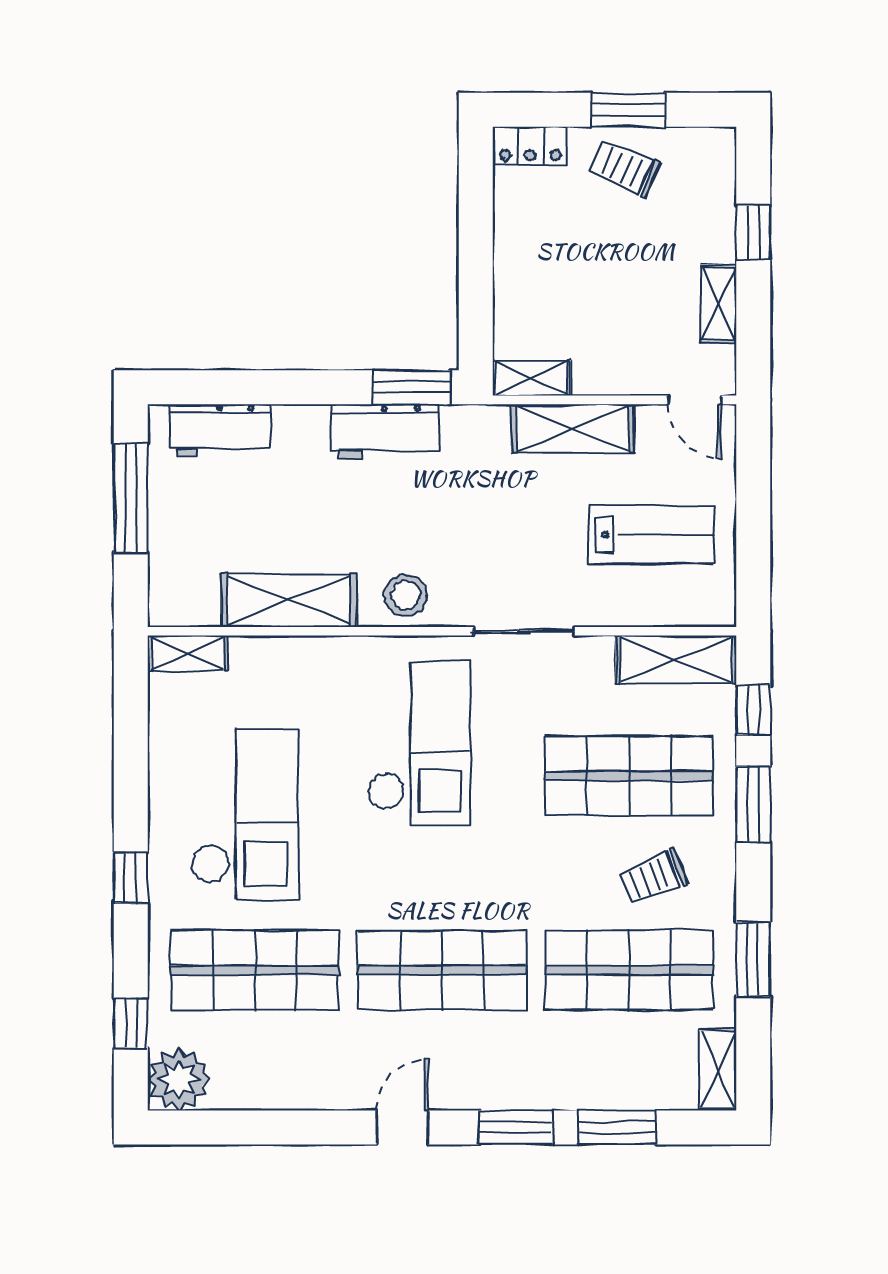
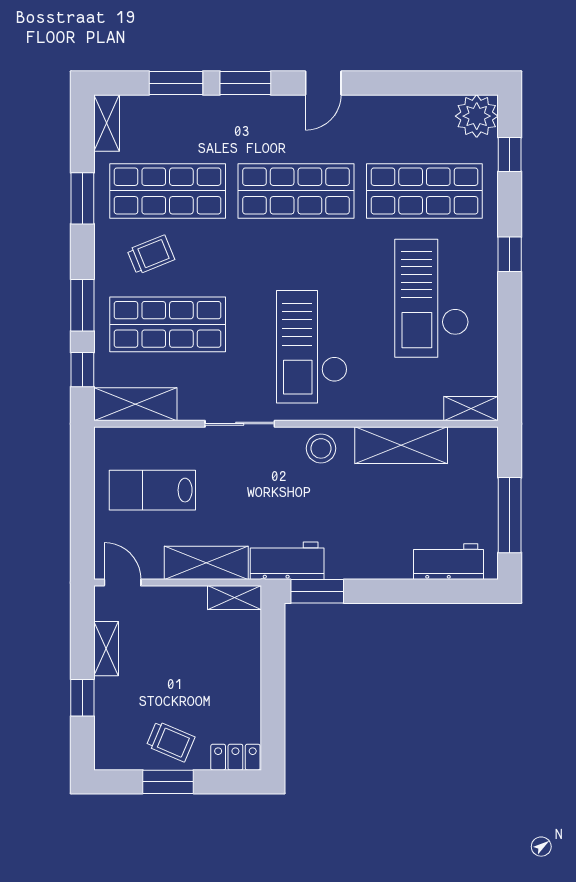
workbench: (385, 432) -> (287, 561), moved

